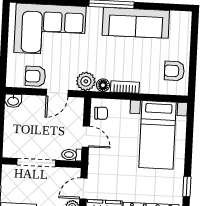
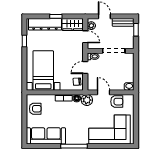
sofa: (136, 23) -> (46, 136), moved
door: (57, 93) -> (103, 92), hinge flipped
door: (86, 137) -> (85, 68), hinge flipped
door: (83, 189) -> (85, 37), hinge flipped

